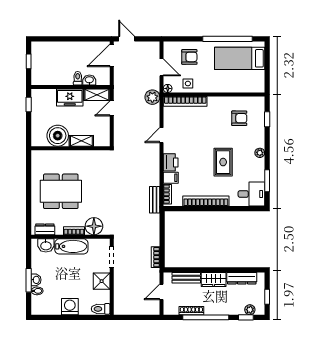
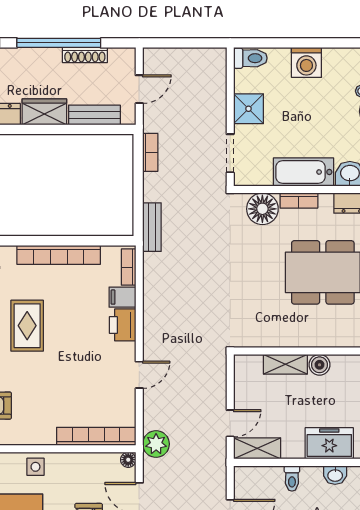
washbasin: (89, 80) -> (335, 475), moved
side table: (188, 84) -> (35, 467), moved
freezer: (70, 97) -> (329, 443), moved
boiler: (58, 136) -> (319, 365), width x0.54, depth x0.54
bench: (155, 200) -> (152, 227), moved

